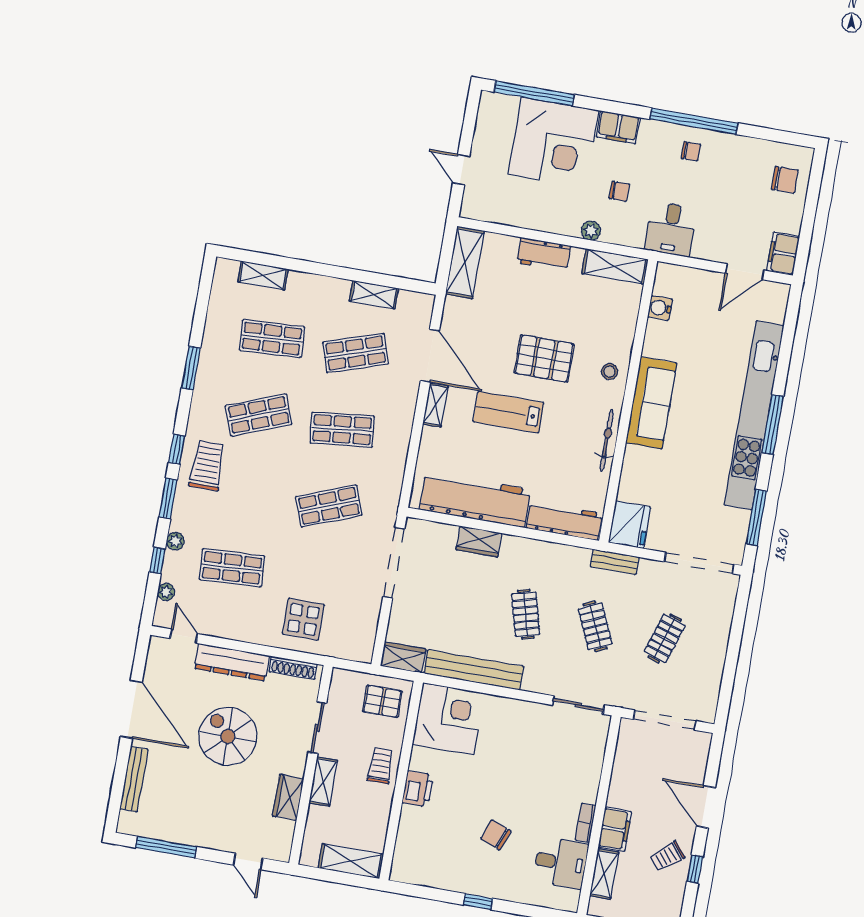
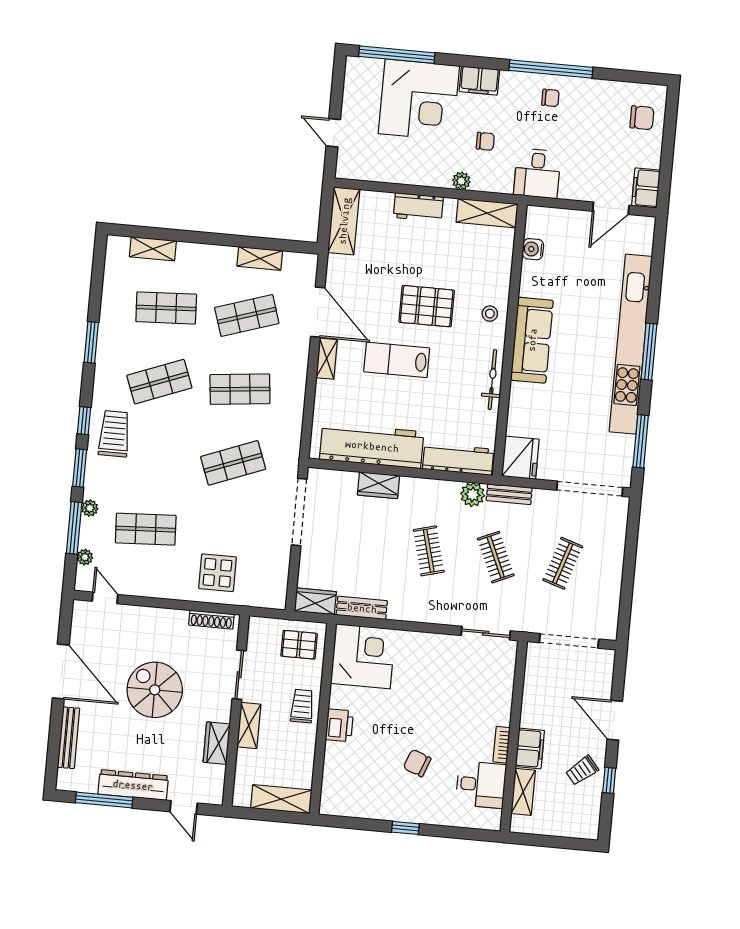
plant: (576, 559) -> (473, 495), added
window: (157, 560) -> (74, 528), width x2.17
dresser: (232, 662) -> (133, 785), moved, turned 180
bench: (474, 670) -> (362, 608), width x0.54, depth x0.82

